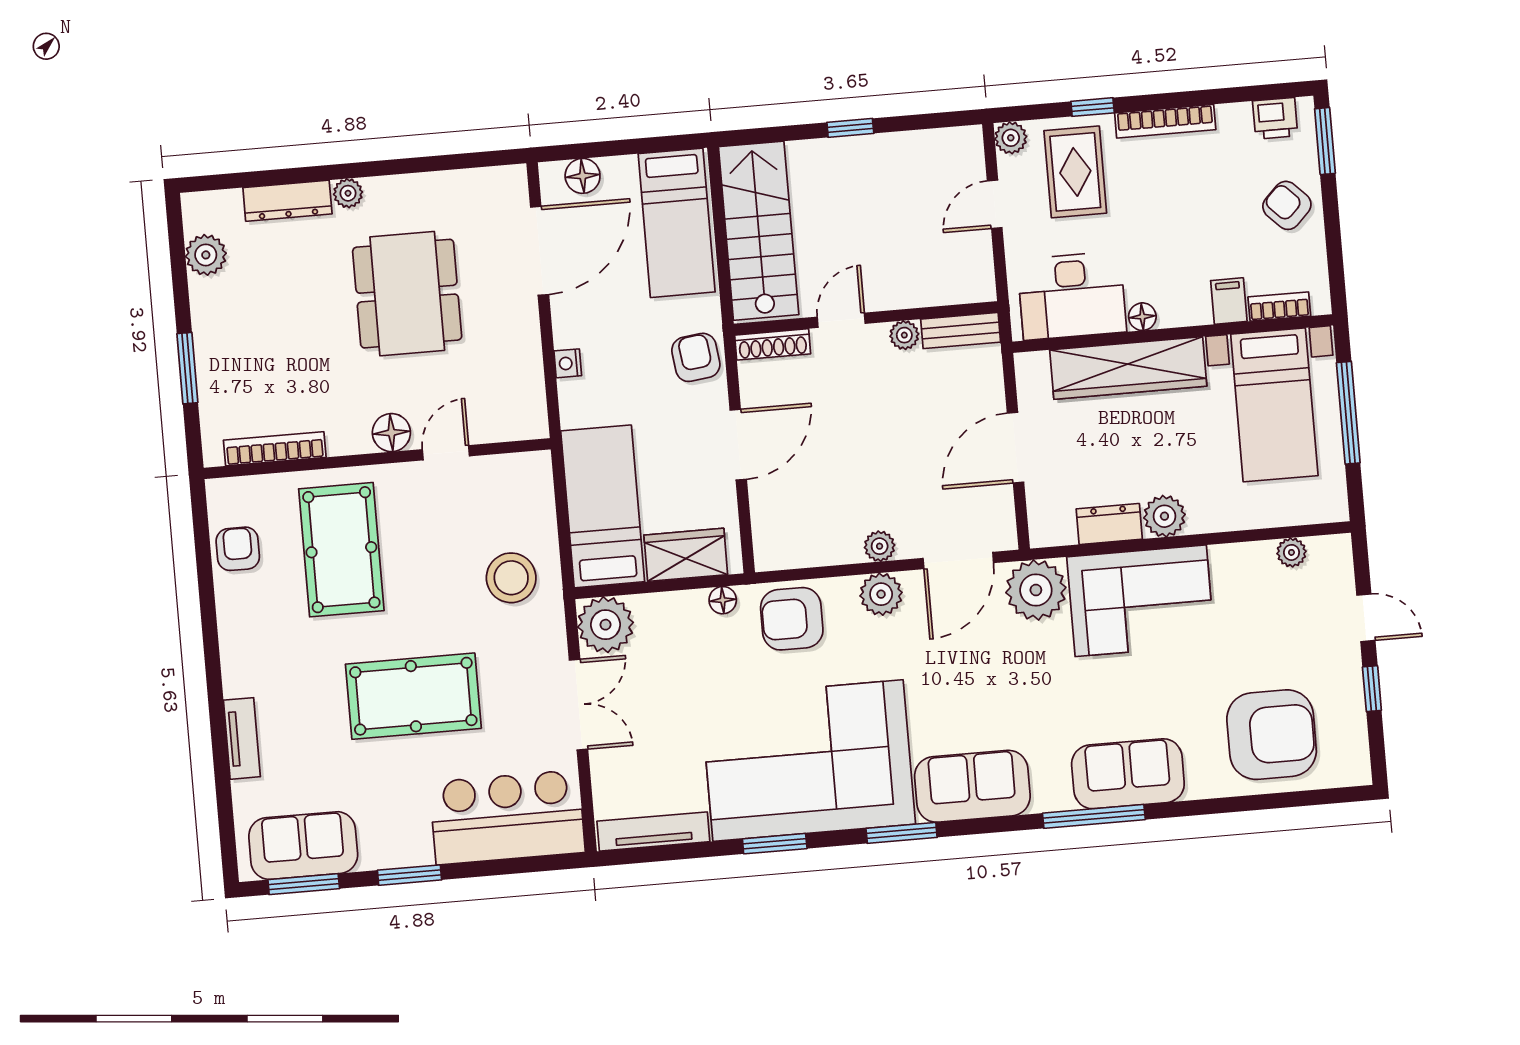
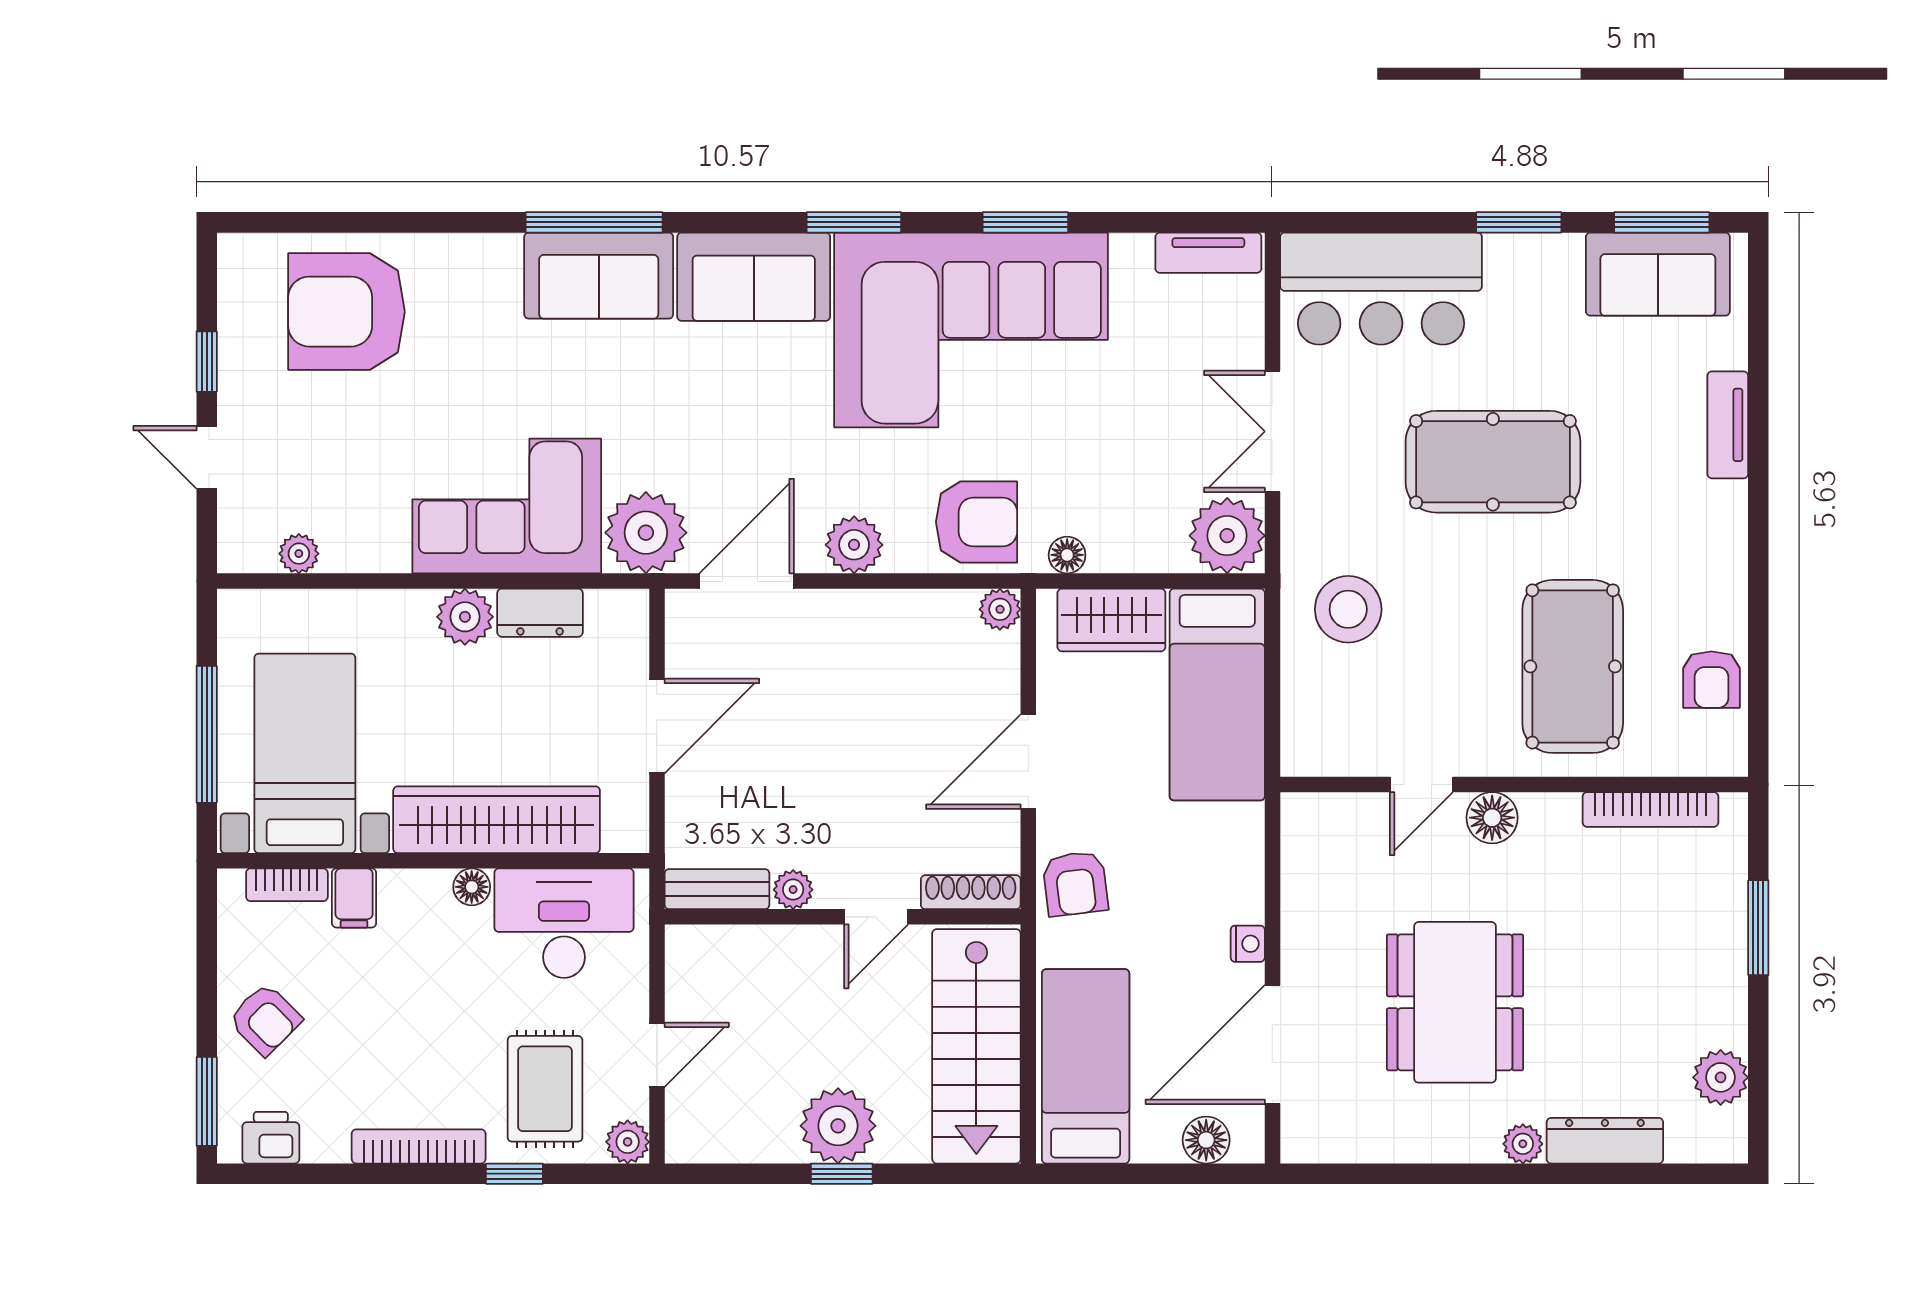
plant: (856, 163) -> (838, 1126), added
nightstand: (568, 363) -> (1248, 944), moved
plant: (880, 546) -> (1000, 609), moved
sofa: (1128, 774) -> (599, 276), moved
tv unit: (653, 831) -> (1208, 253), width x0.71

